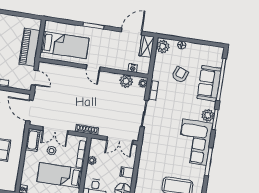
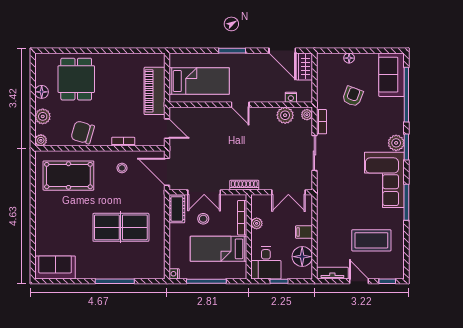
door: (132, 32) -> (282, 51), swing flipped
plant: (163, 47) -> (325, 64), removed
sofa: (209, 83) -> (392, 75), moved

